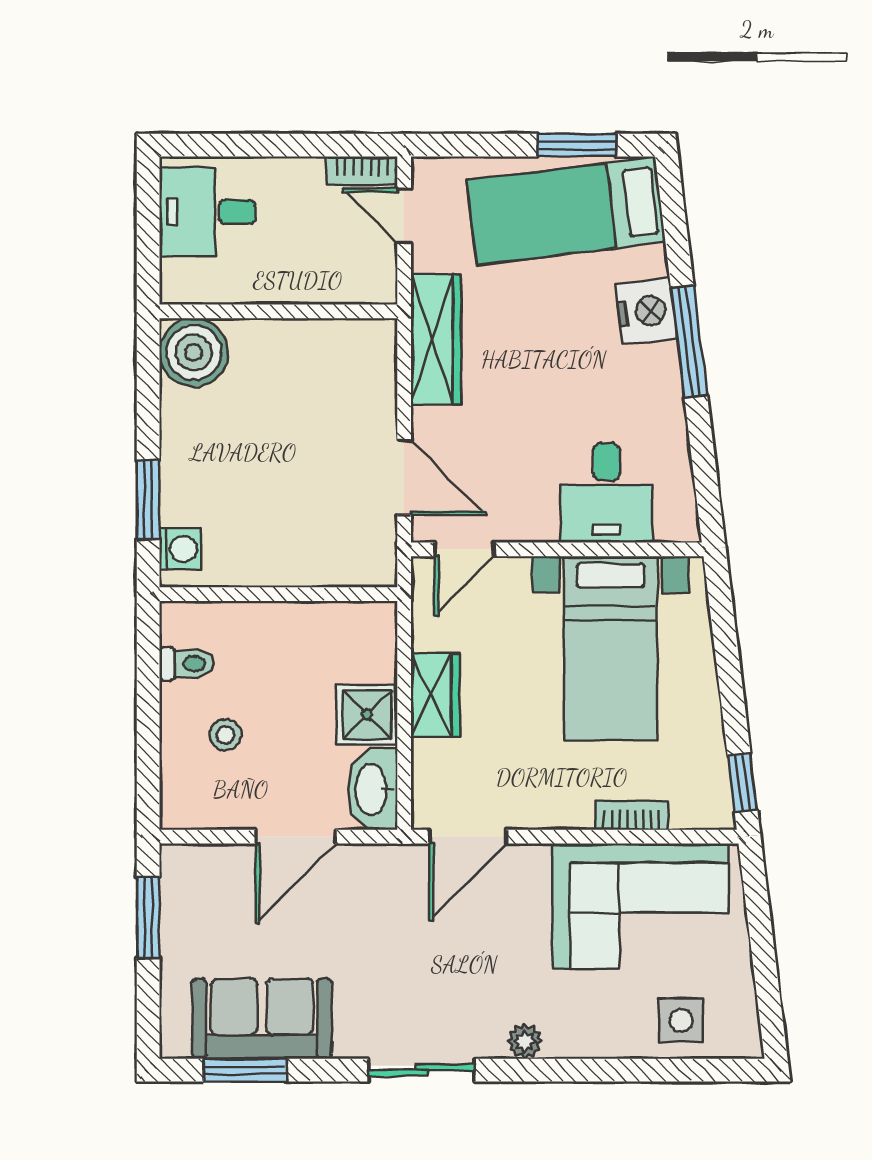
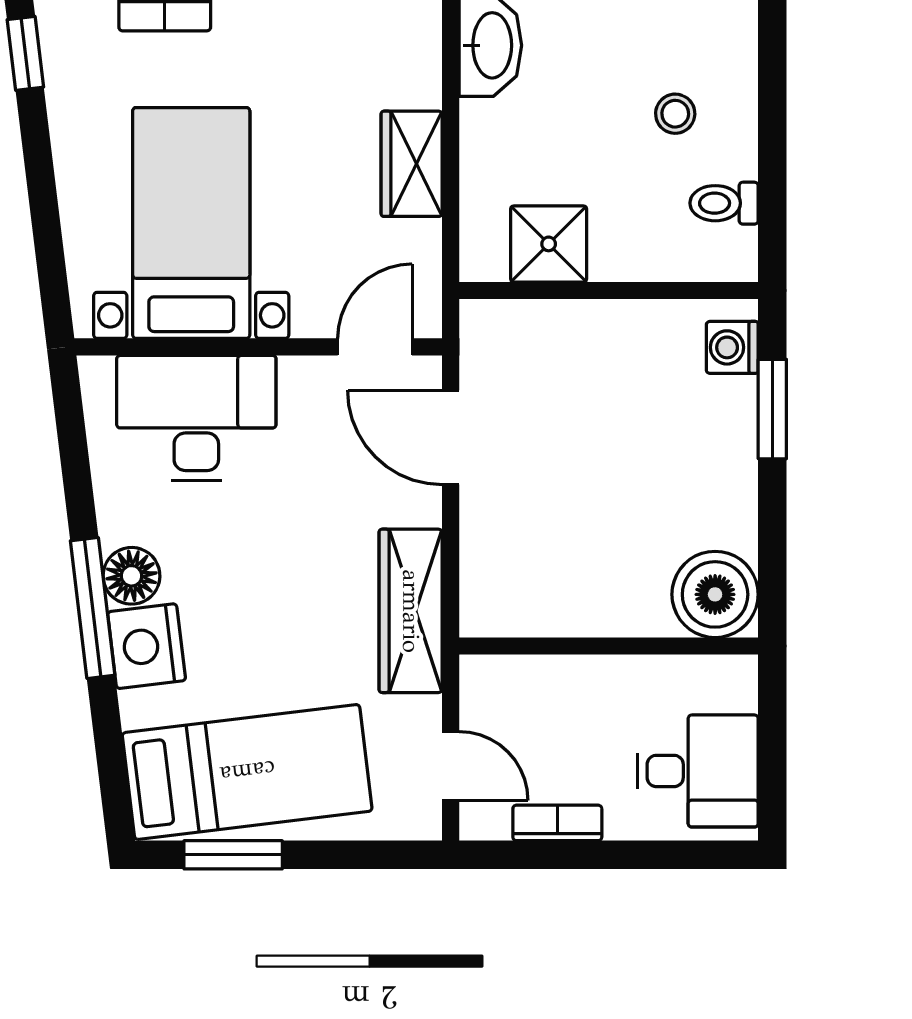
bookcase: (362, 171) -> (557, 823), moved
floor lamp: (658, 367) -> (132, 576), added
desk: (606, 493) -> (196, 418), width x1.37
shower: (367, 715) -> (549, 244), moved

